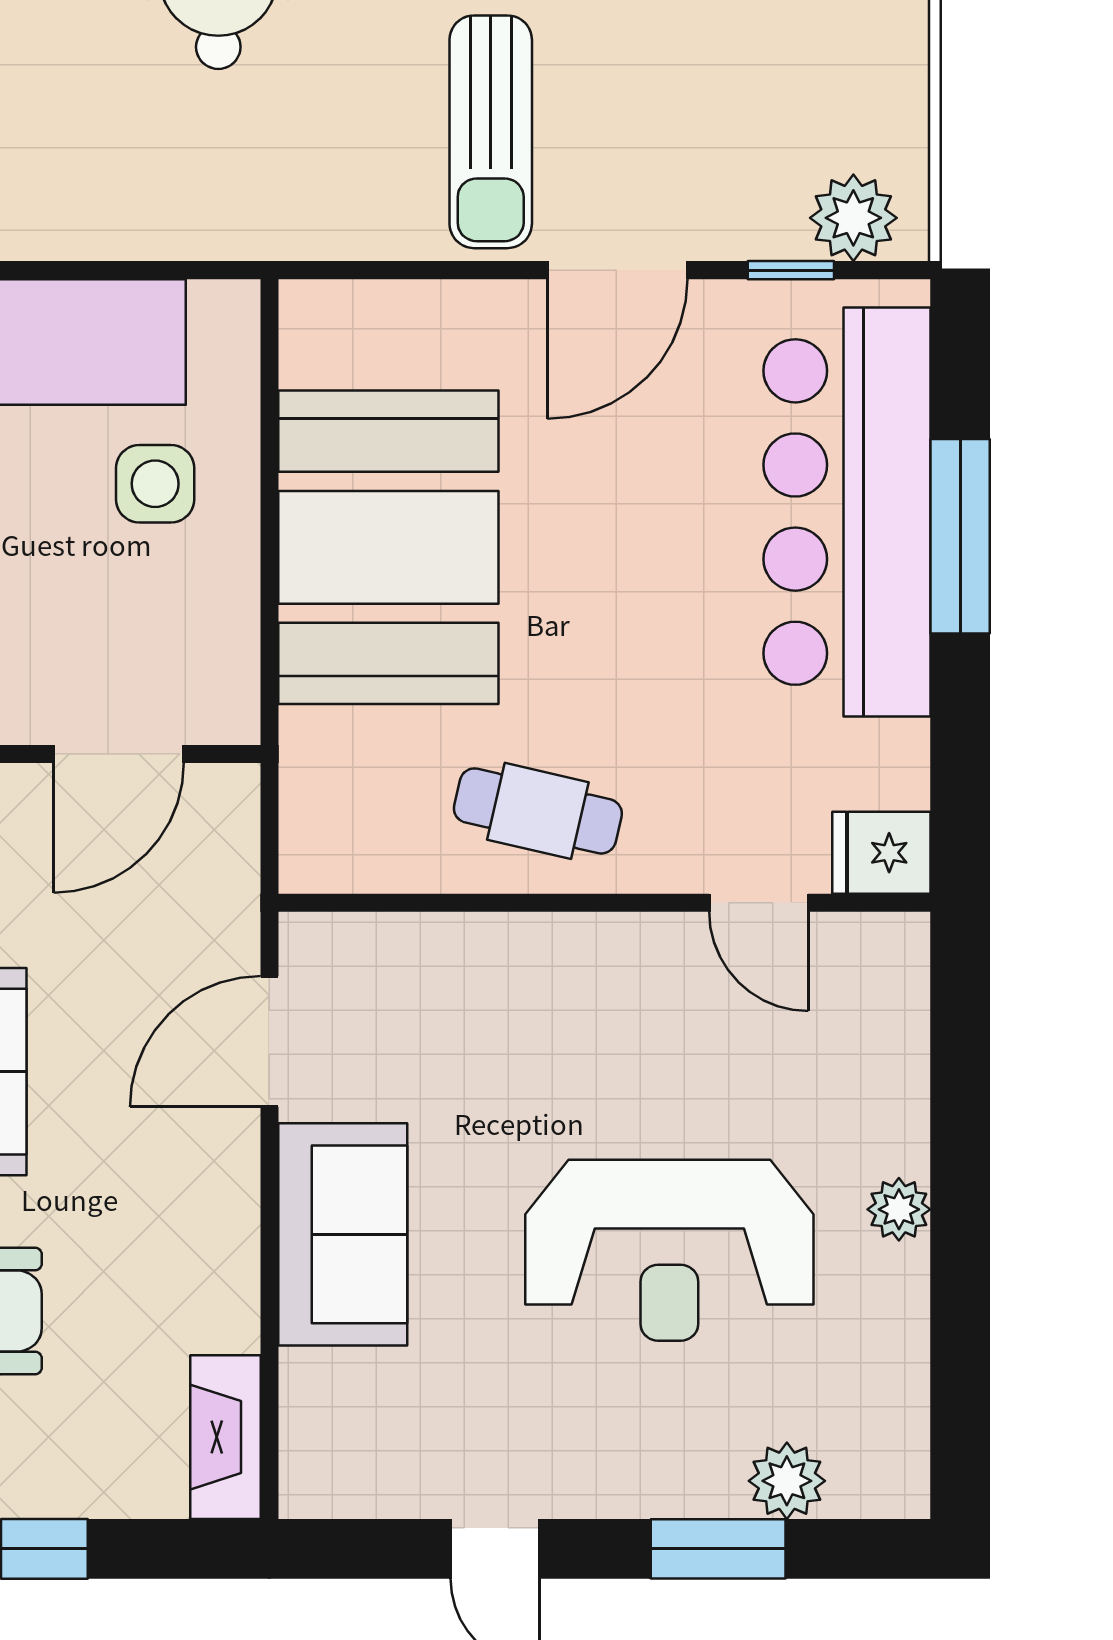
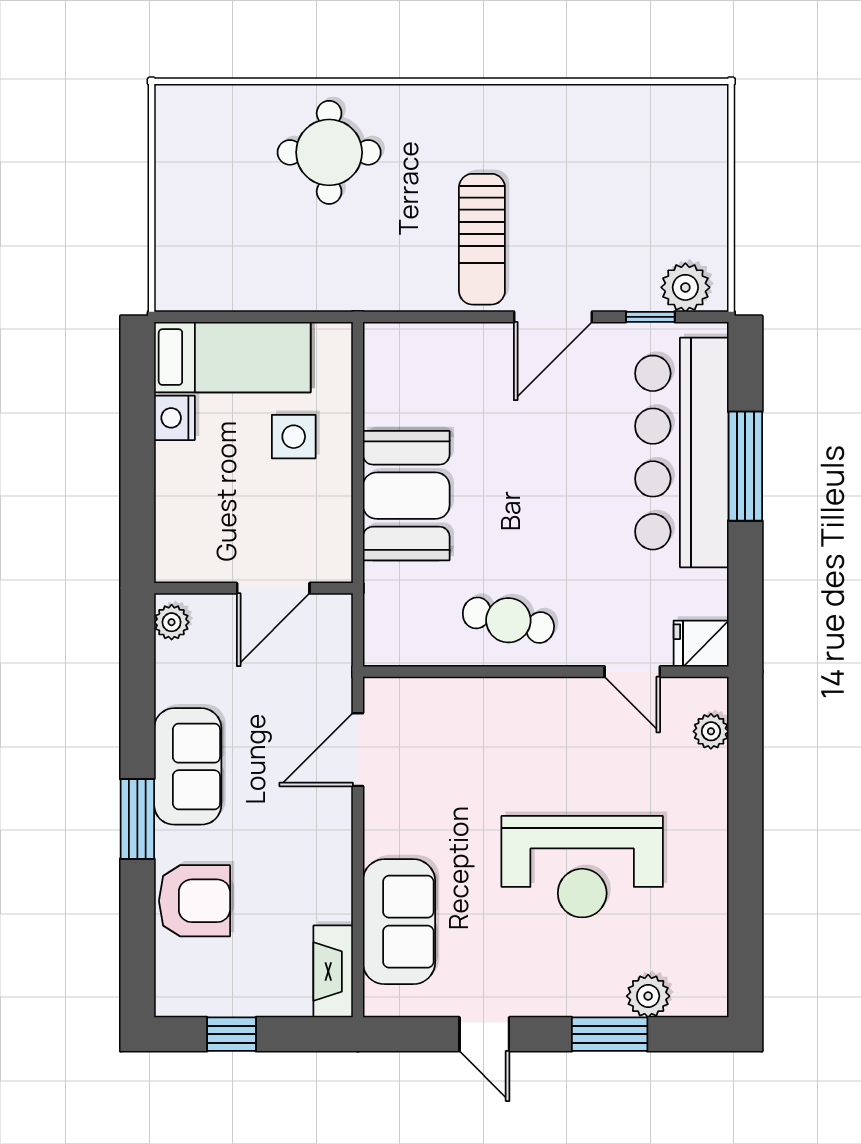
booth: (388, 547) -> (406, 496), width x0.73, depth x0.70
plant: (899, 1209) -> (711, 731), moved
sofa: (343, 1234) -> (399, 922), moved

